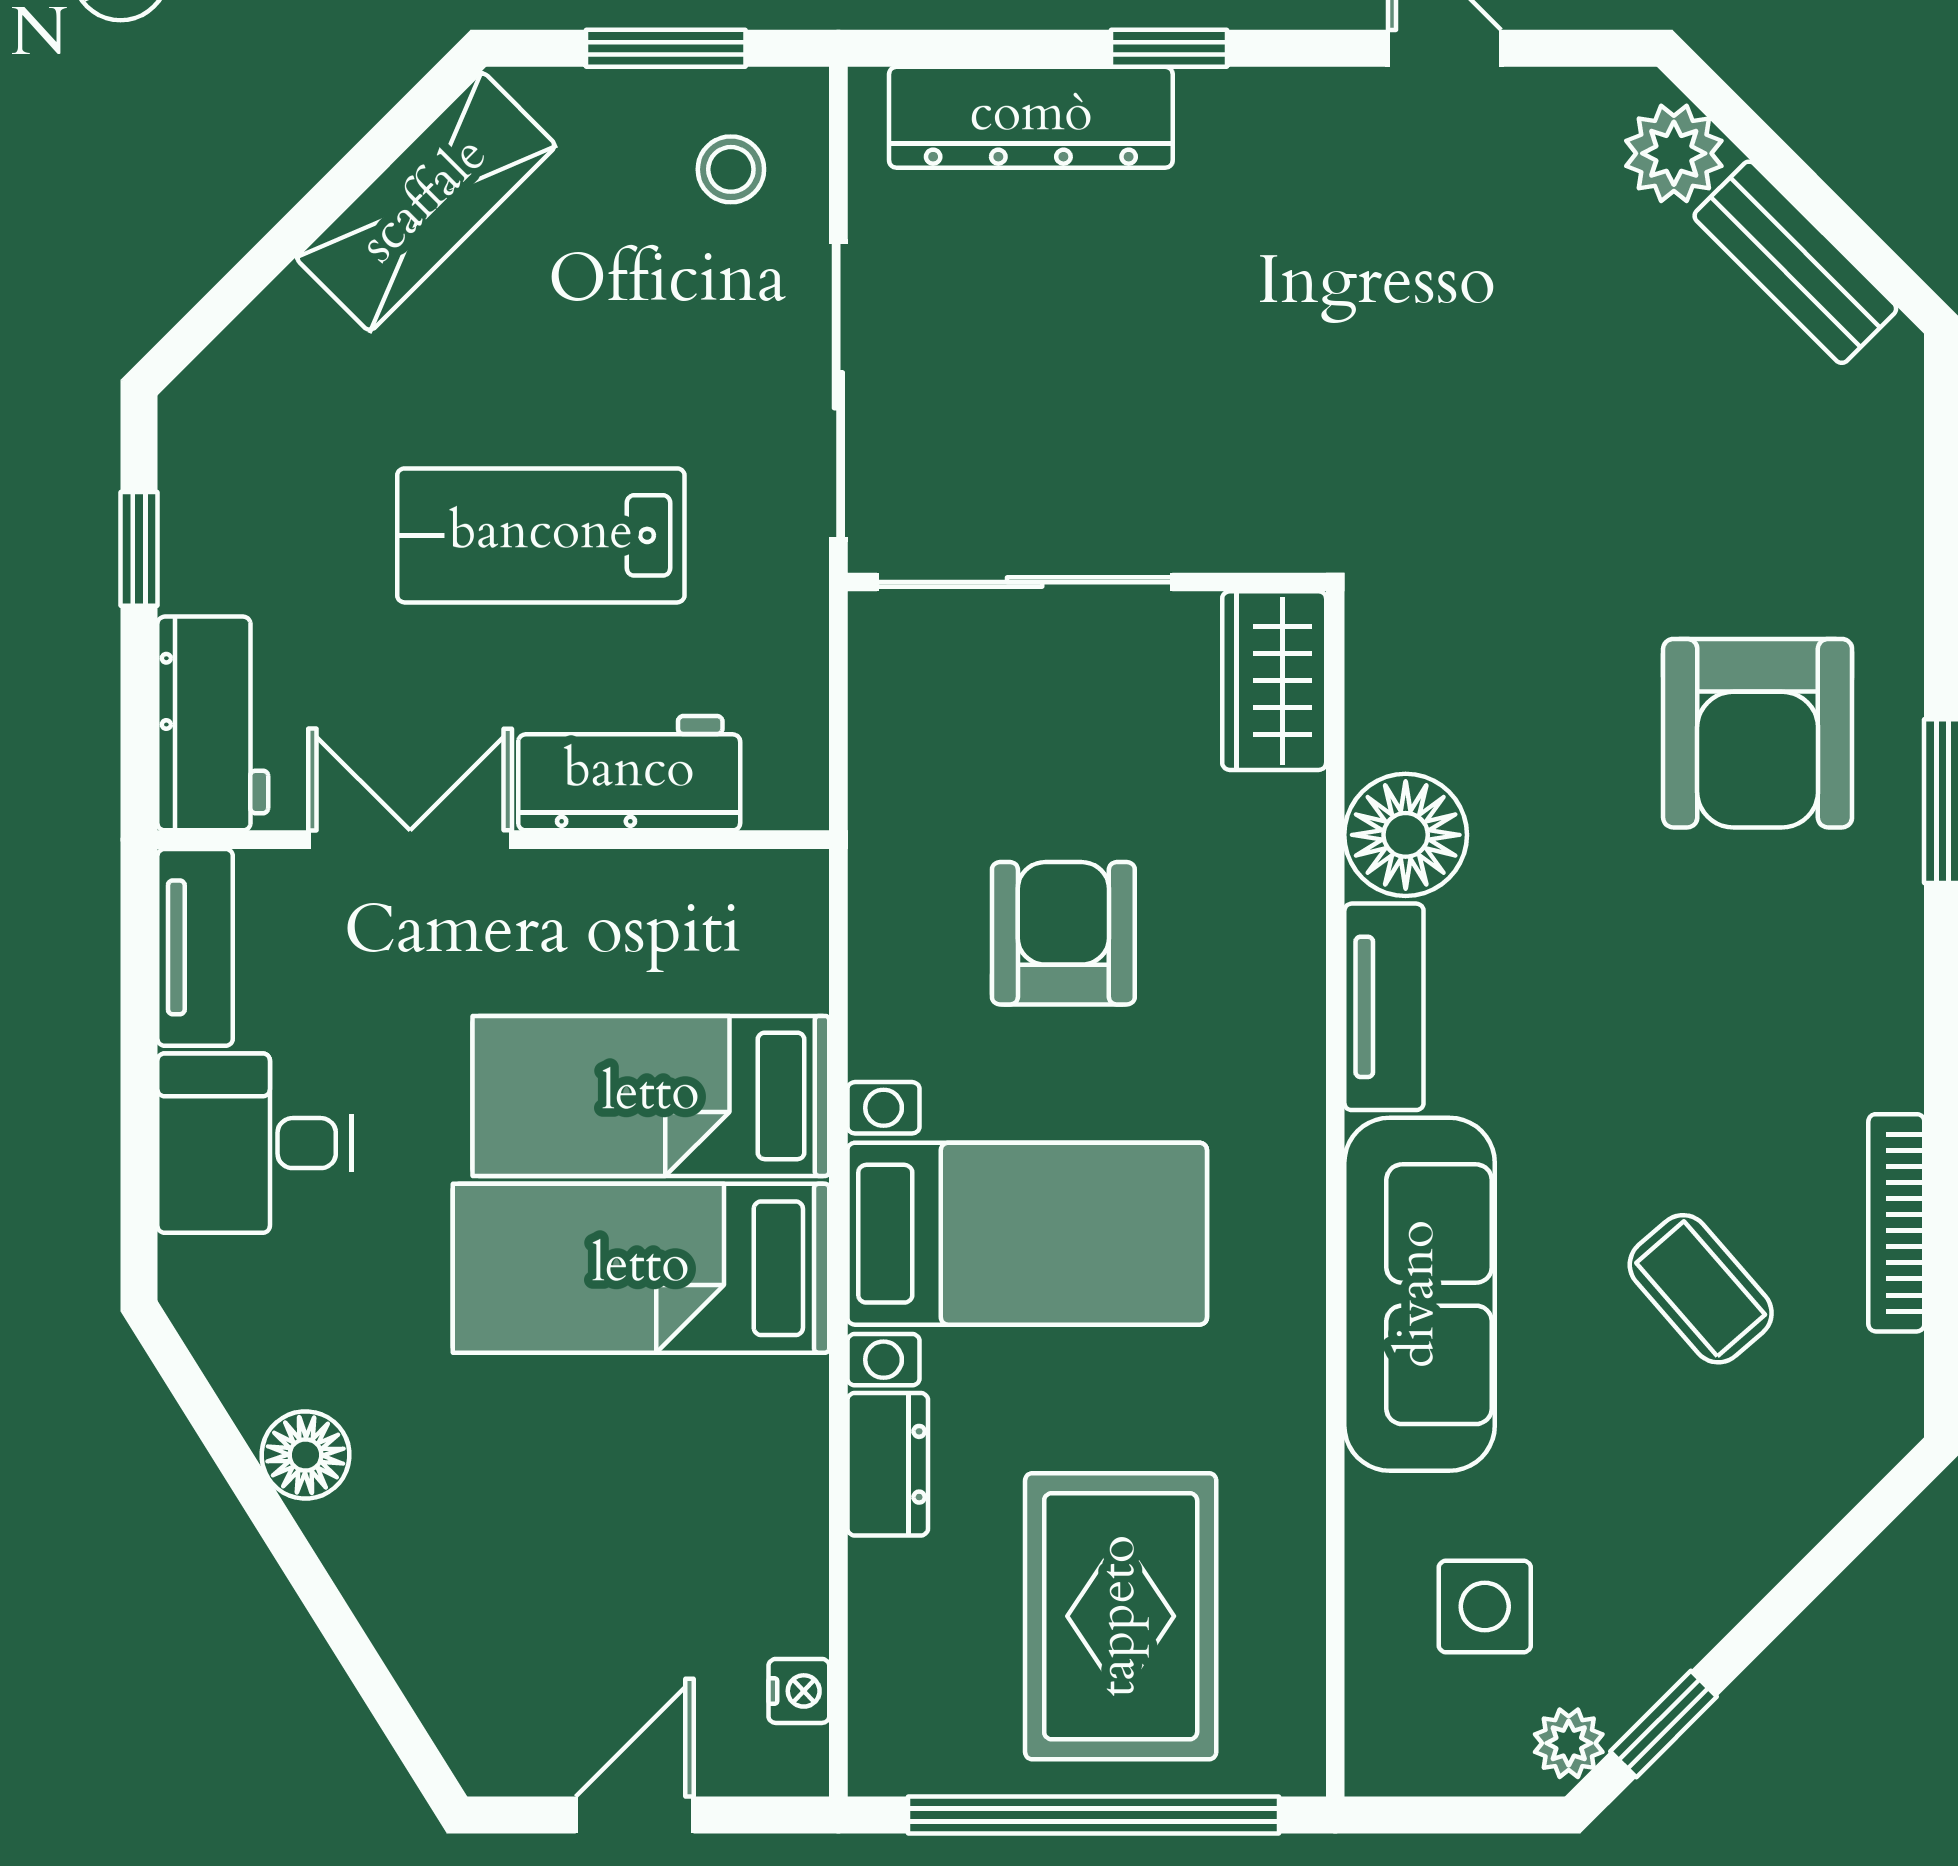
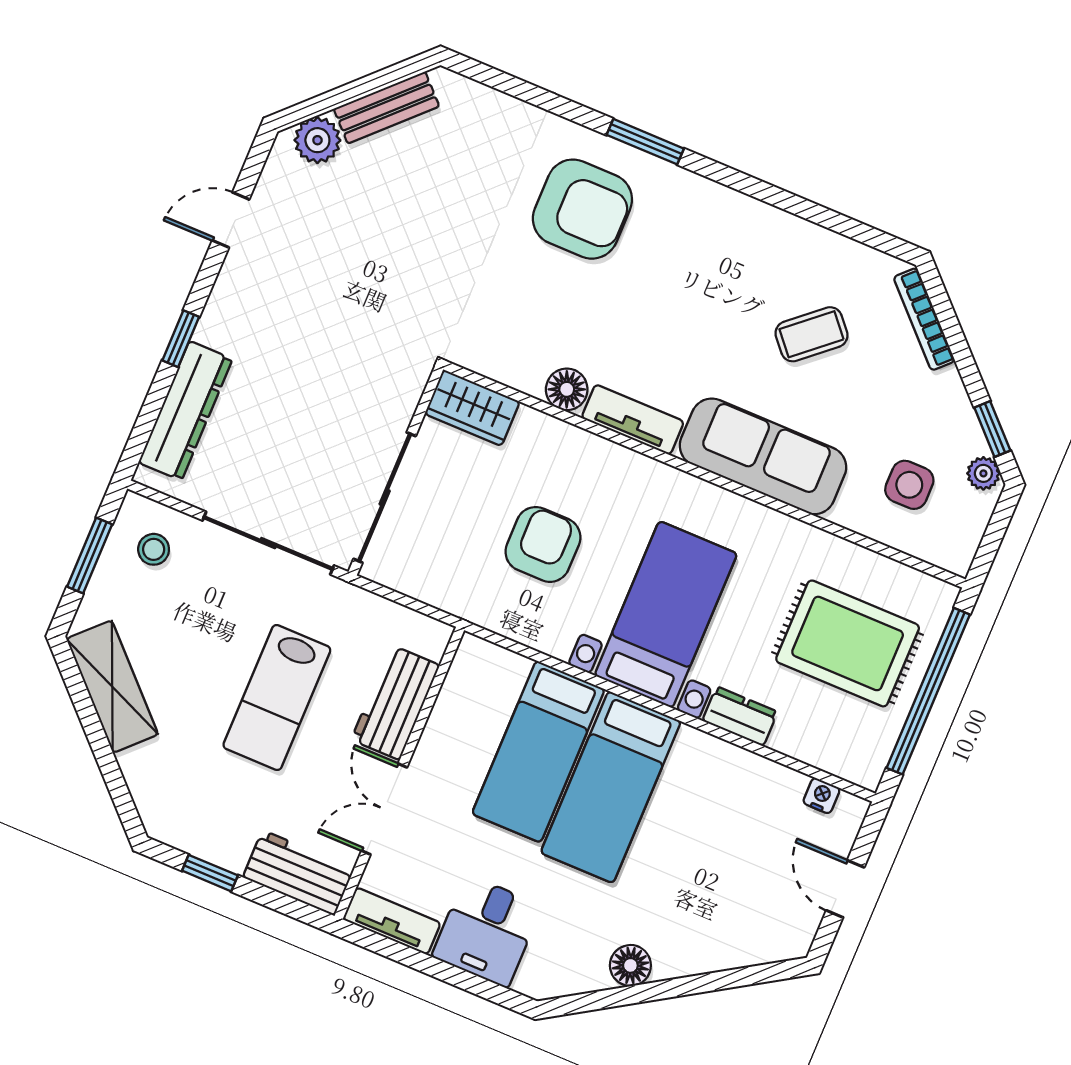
floor lamp: (1406, 835) -> (567, 389), width x0.73, depth x0.73
armchair: (1063, 933) -> (543, 544), turned 90
bookcase: (1896, 1223) -> (924, 319), moved, turned 45

